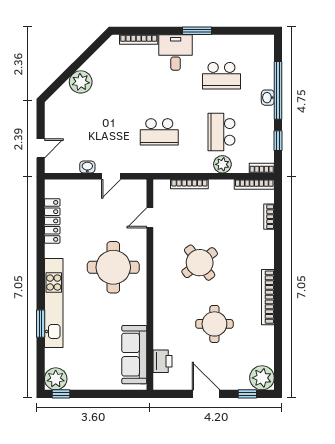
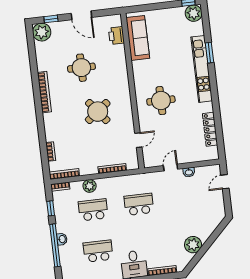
plant: (81, 82) -> (193, 245), moved
school desk: (221, 132) -> (93, 210), turned -90
round table: (113, 267) -> (161, 101), width x0.73, depth x0.73

